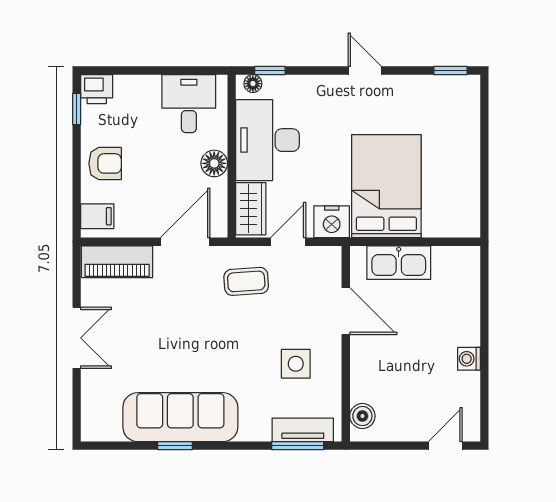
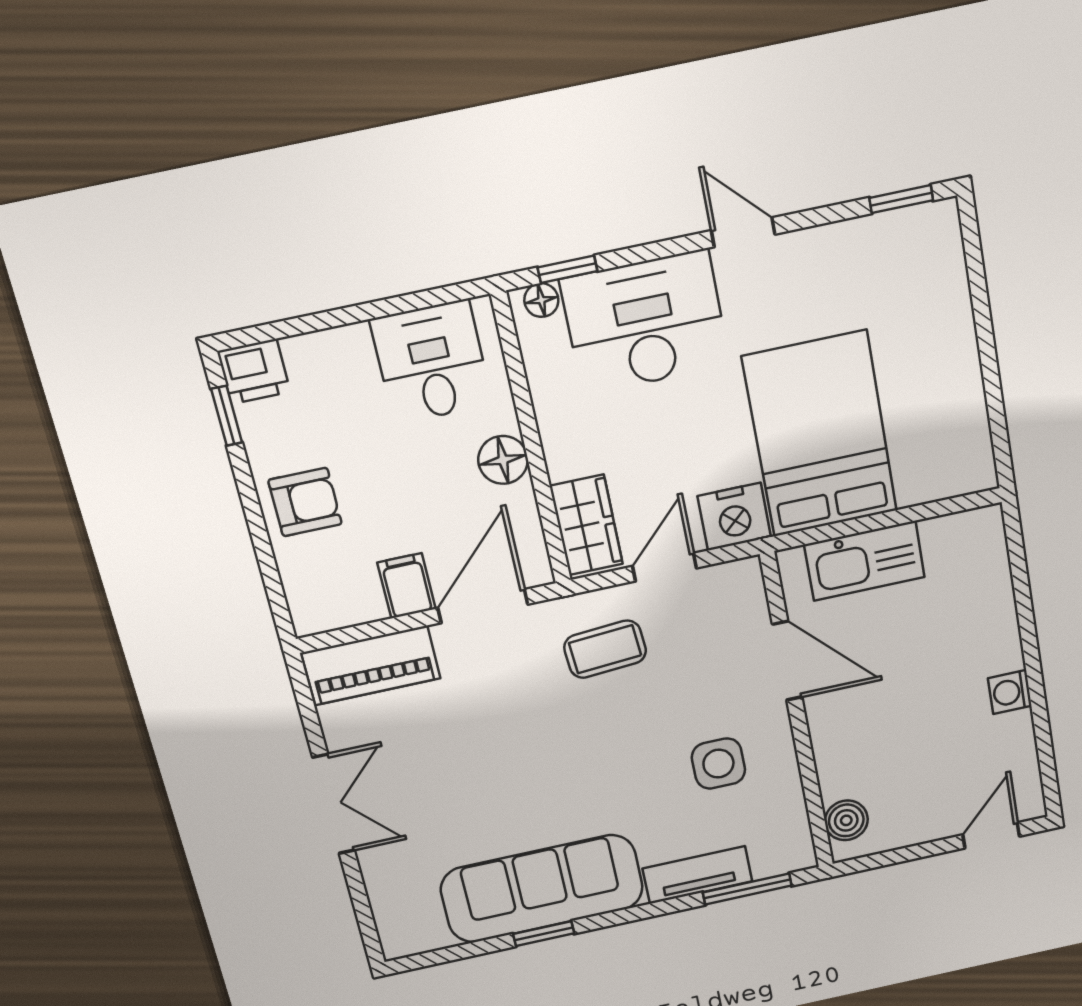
desk: (268, 140) -> (645, 322), moved, turned 90
filing cabinet: (97, 216) -> (407, 586), moved, turned -90
tv unit: (303, 430) -> (697, 875), moved

